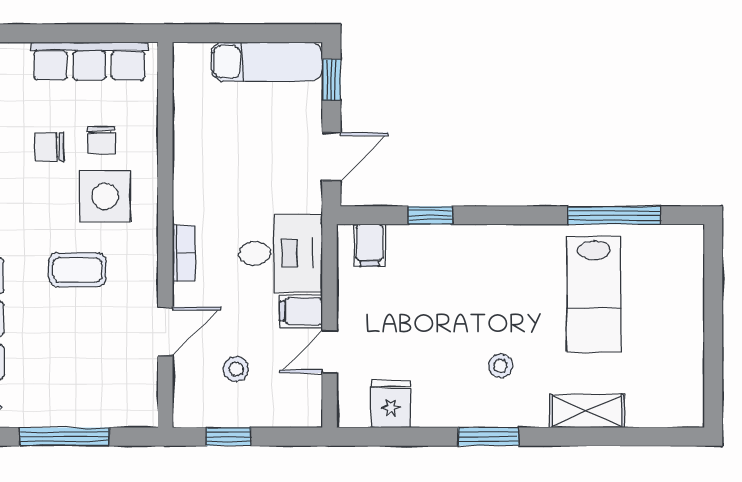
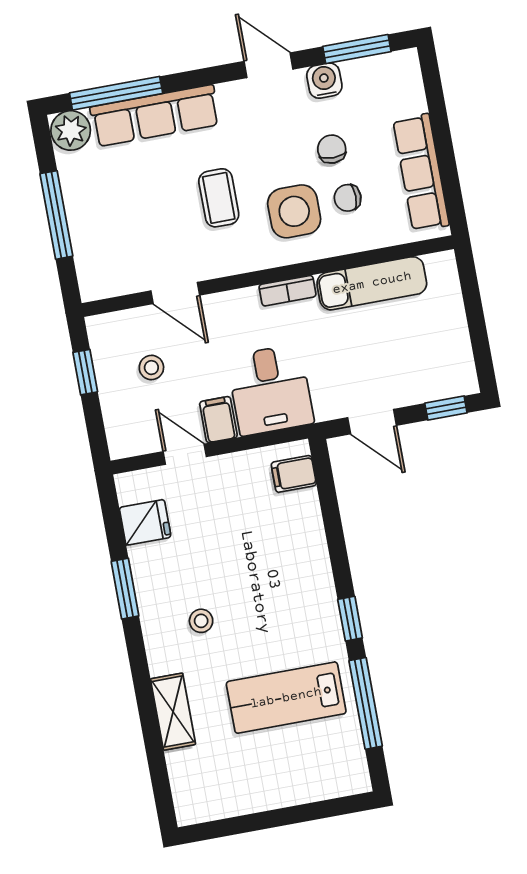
exam couch: (267, 62) -> (372, 283), moved, turned -90
window: (430, 215) -> (350, 619), moved
bookcase: (184, 253) -> (287, 291), moved
window: (488, 437) -> (125, 589), moved

